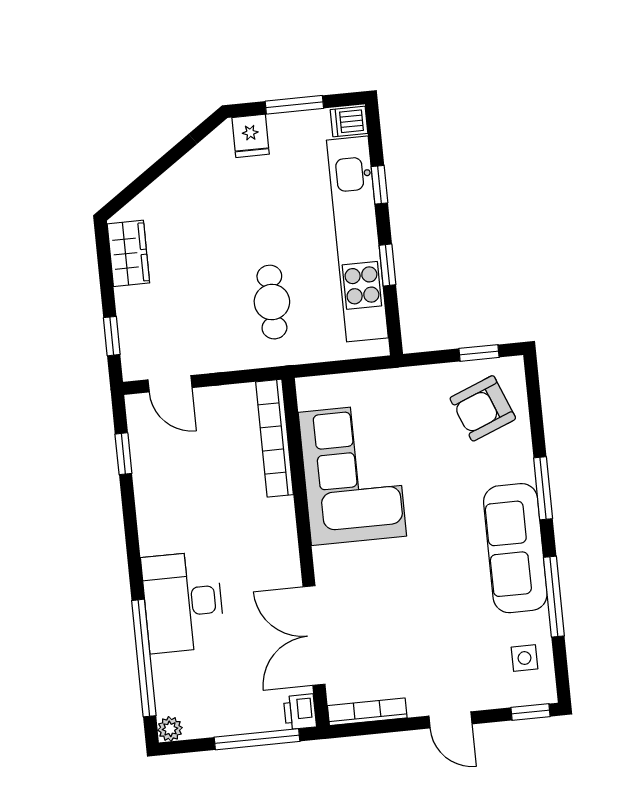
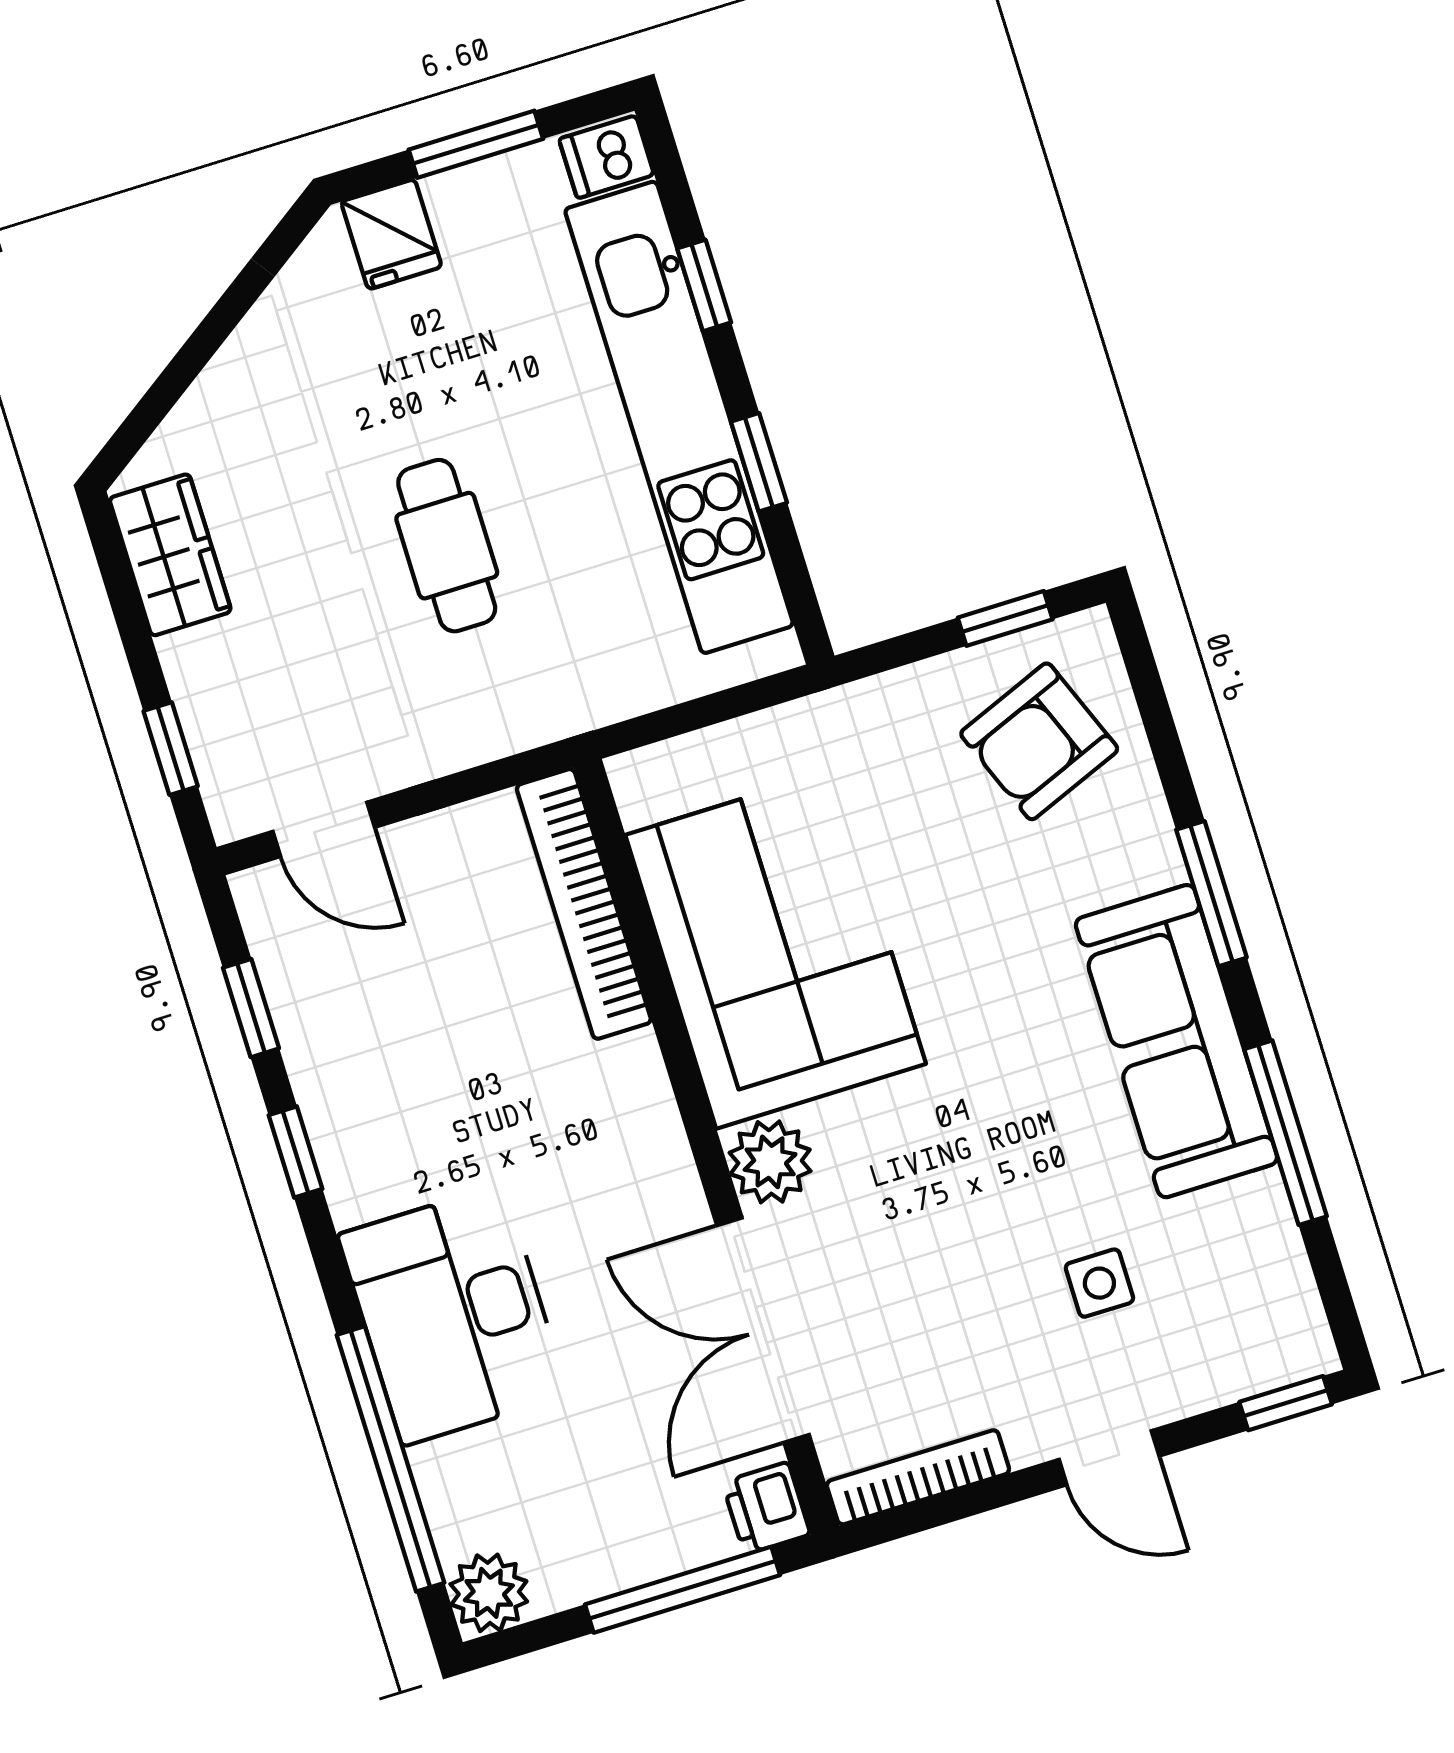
cafe table: (272, 302) -> (447, 546), moved
window: (130, 519) -> (295, 1152), added
plant: (332, 564) -> (770, 1162), added
side table: (525, 658) -> (1099, 1283), moved
plant: (170, 729) -> (489, 1593), width x1.38, depth x1.38

